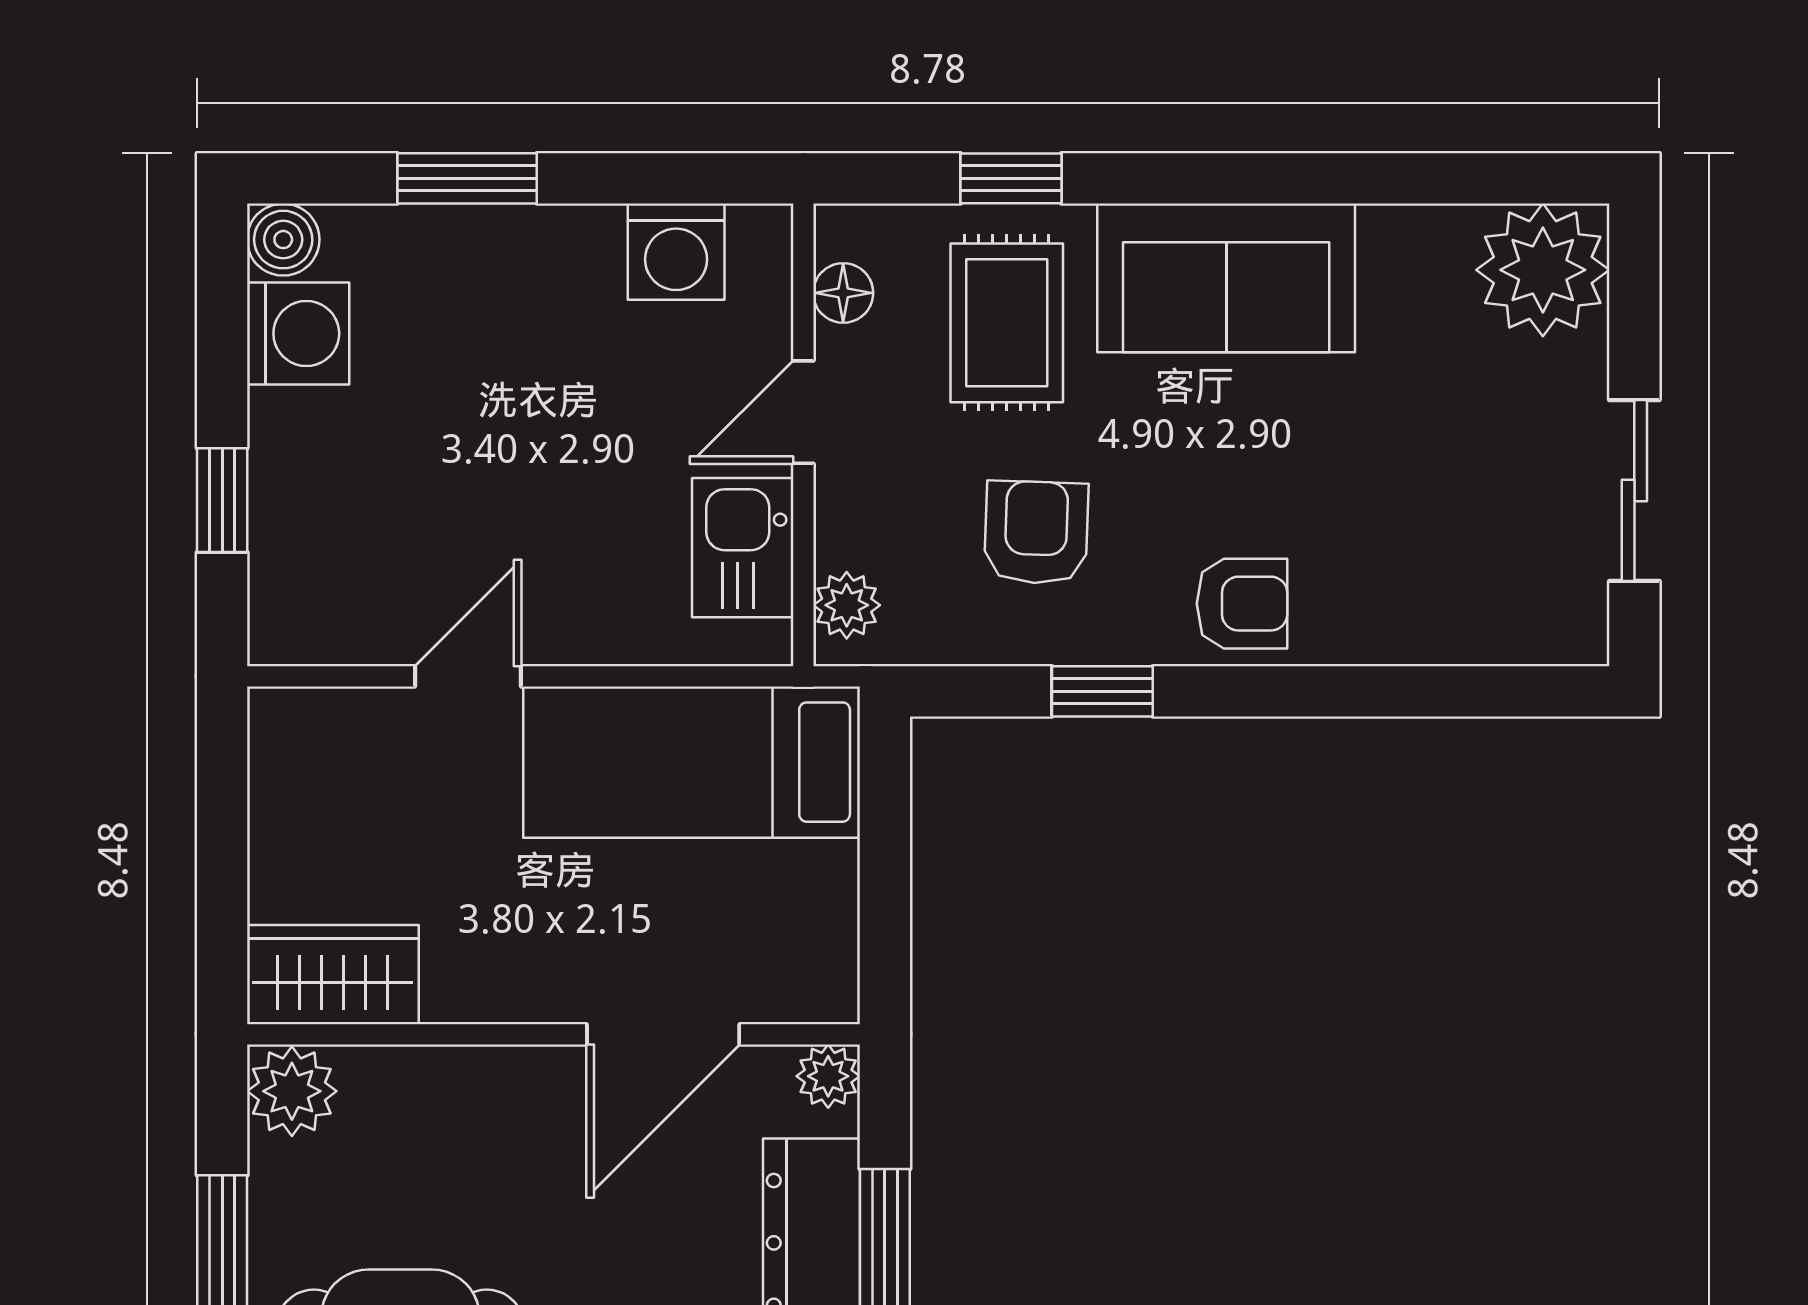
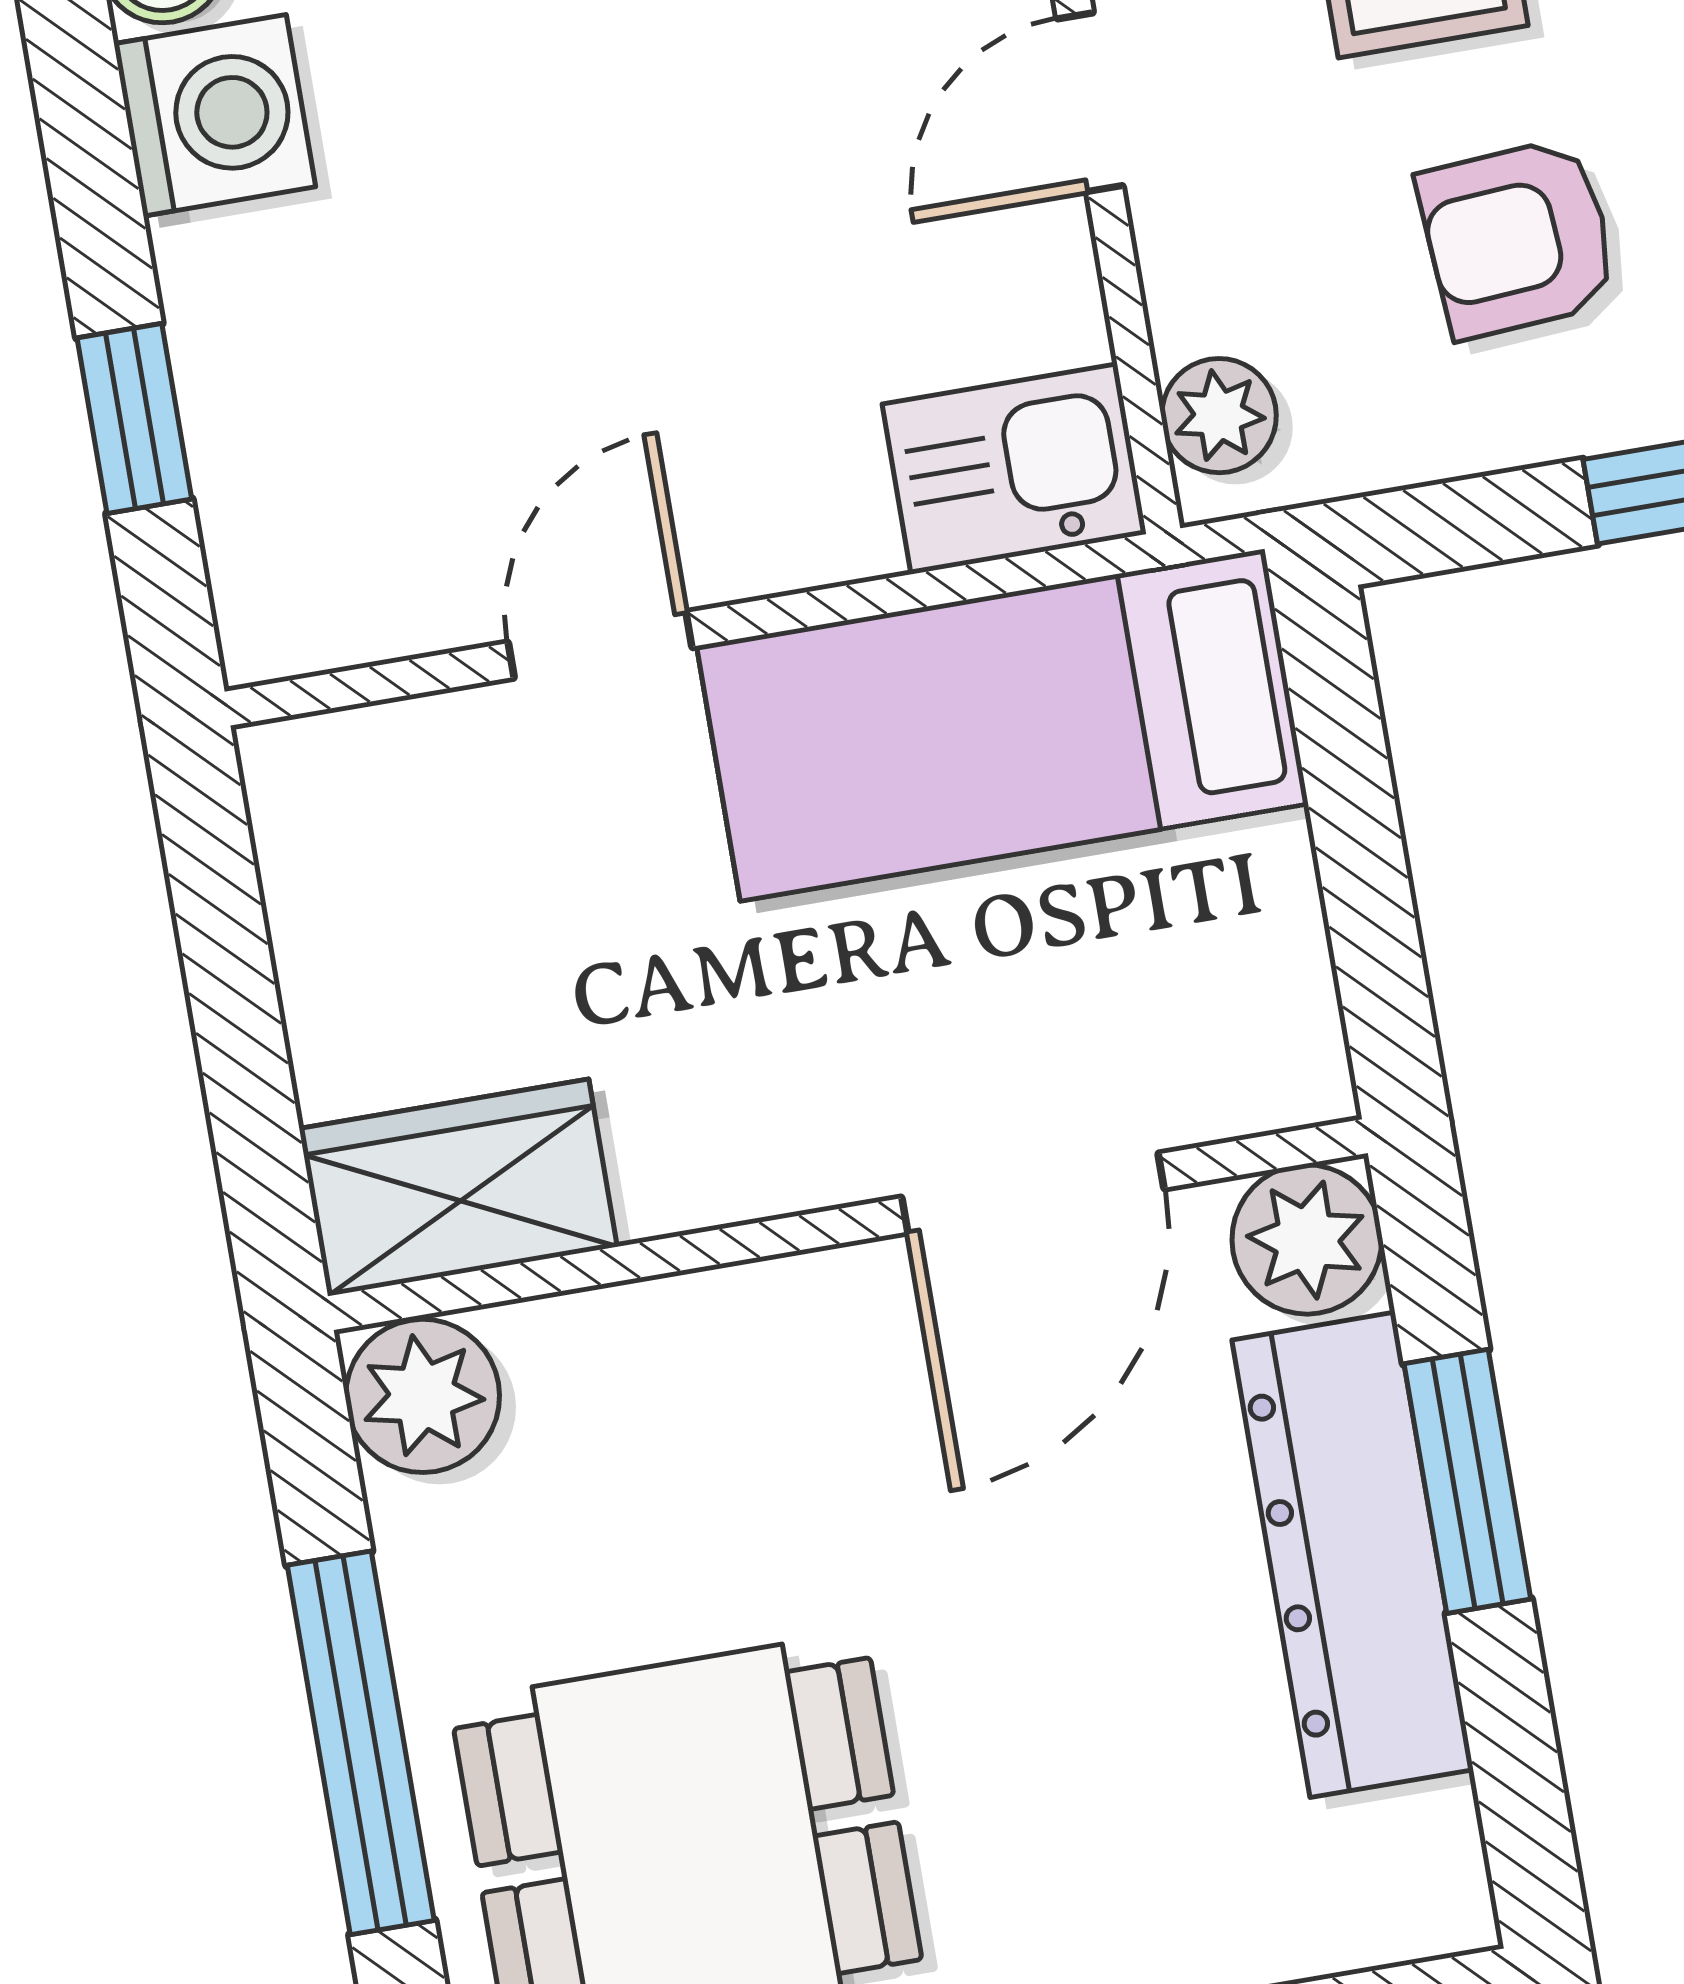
armchair: (1036, 532) -> (1518, 238), turned -96
kitchen sink: (743, 548) -> (1014, 469), moved, turned 90
plant: (828, 1076) -> (1307, 1239), width x1.38, depth x1.38

